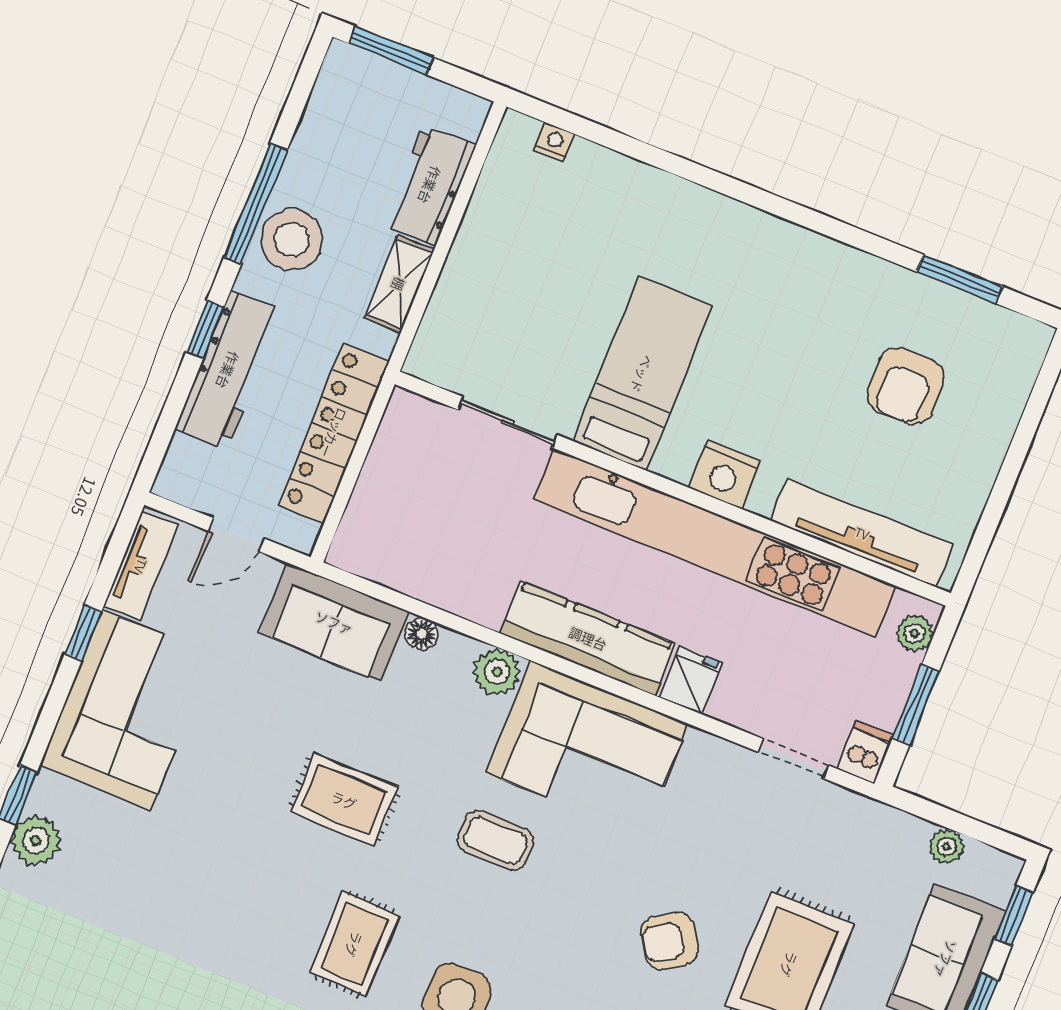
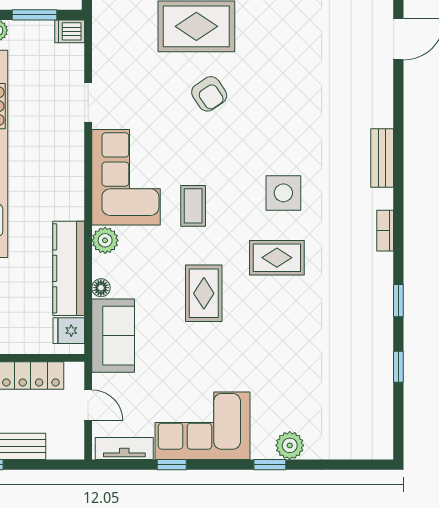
kitchen counter: (588, 638) -> (69, 268), moved
fridge: (690, 680) -> (69, 331), moved
doorway: (793, 759) -> (88, 102), moved

